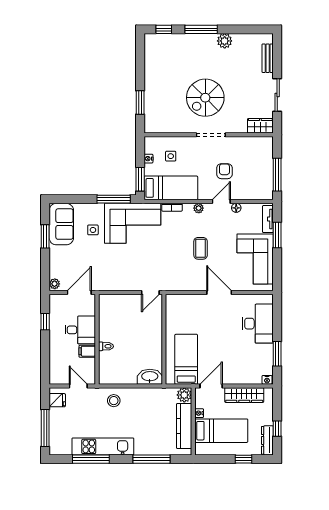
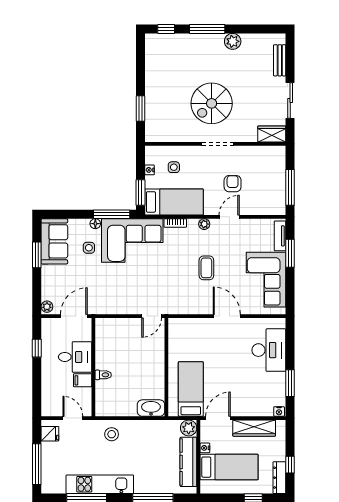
floor lamp: (236, 208) -> (95, 224), moved

